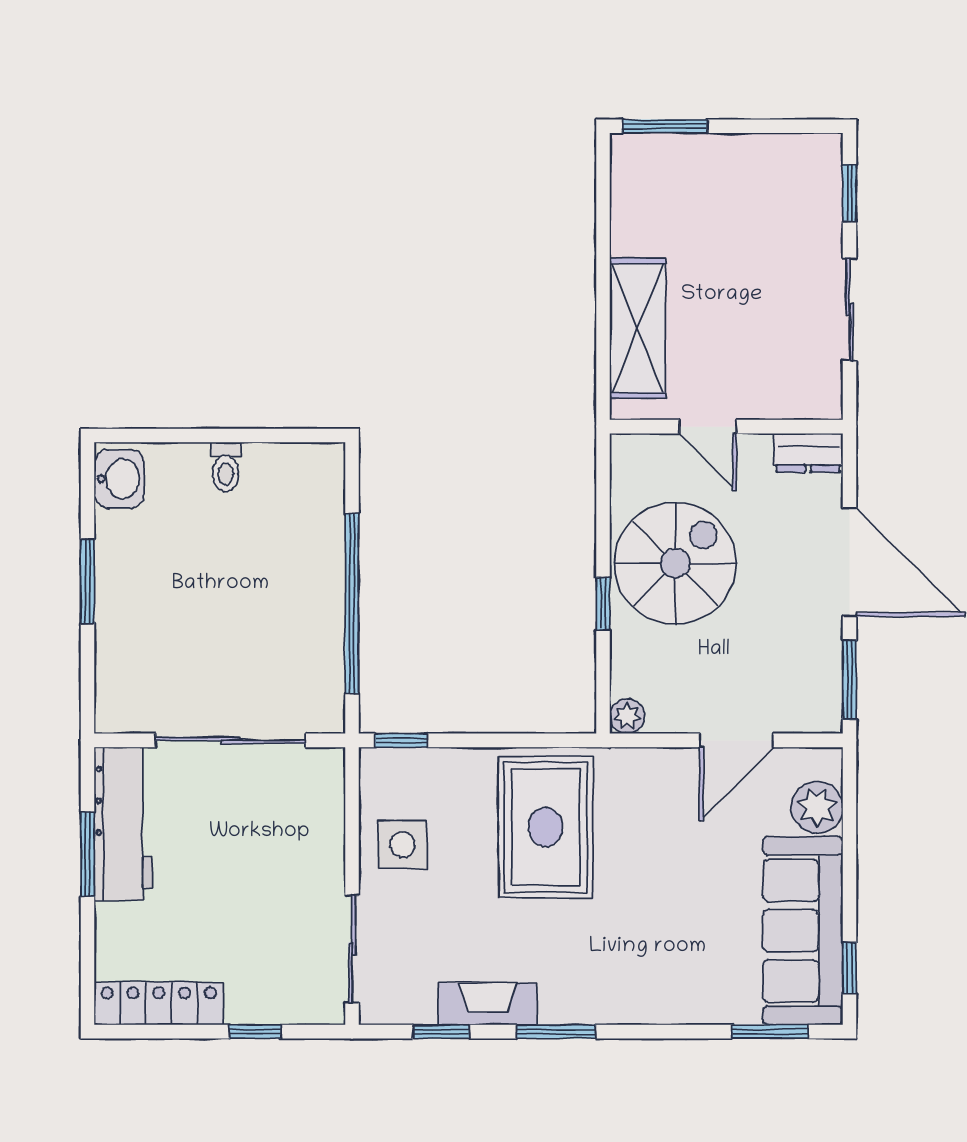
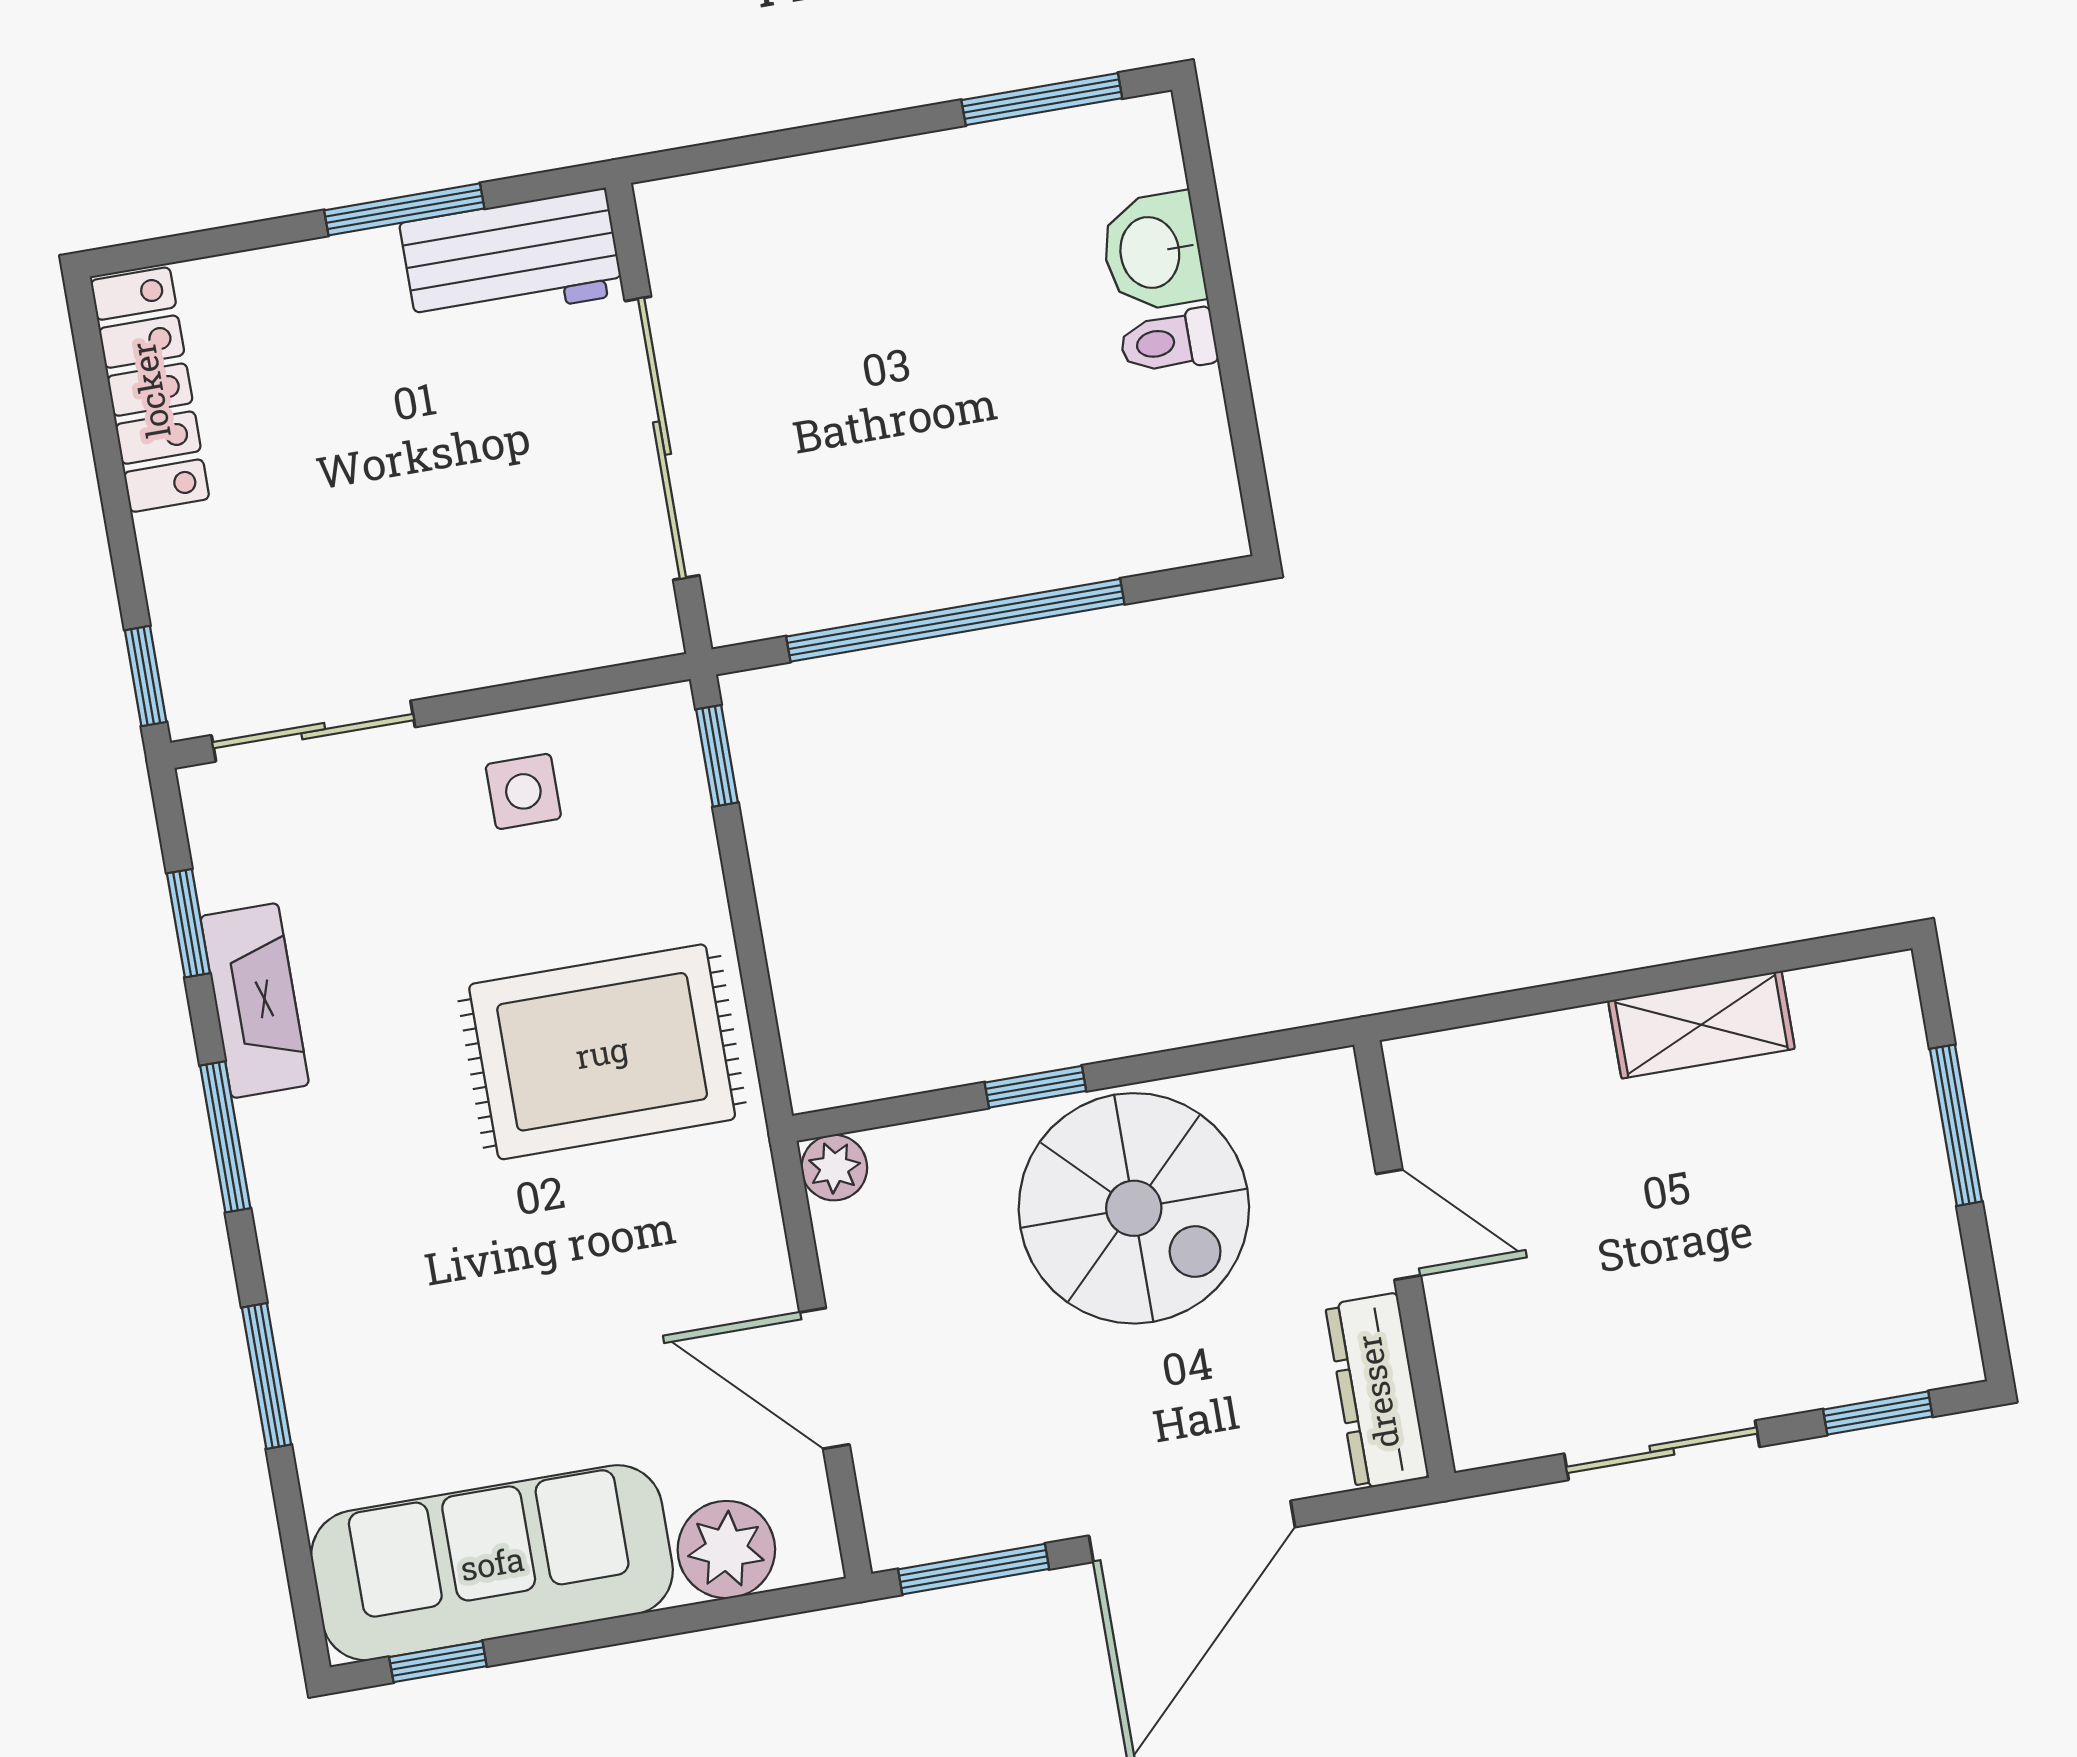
window: (665, 126) -> (1956, 1125), moved
shelving: (638, 328) -> (1701, 1025), moved, width x0.67, depth x0.75
door: (708, 427) -> (1398, 1225), swing flipped
dresser: (808, 453) -> (1377, 1391), width x1.44
washbasin: (119, 479) -> (1153, 252), moved, turned 90
window: (88, 581) -> (1042, 99), moved
workbench: (123, 824) -> (512, 259), width x0.73
side table: (402, 845) -> (523, 791), width x0.73, depth x0.73
window: (255, 1032) -> (146, 676), moved
window: (770, 1032) -> (267, 1376), moved

